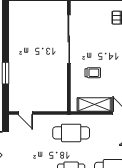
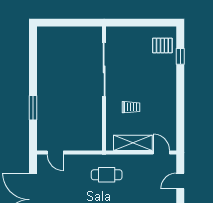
cafe table: (71, 133) -> (107, 175), width x0.73, depth x0.74

